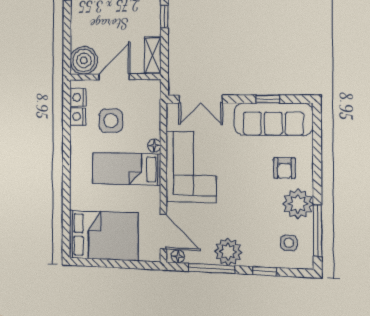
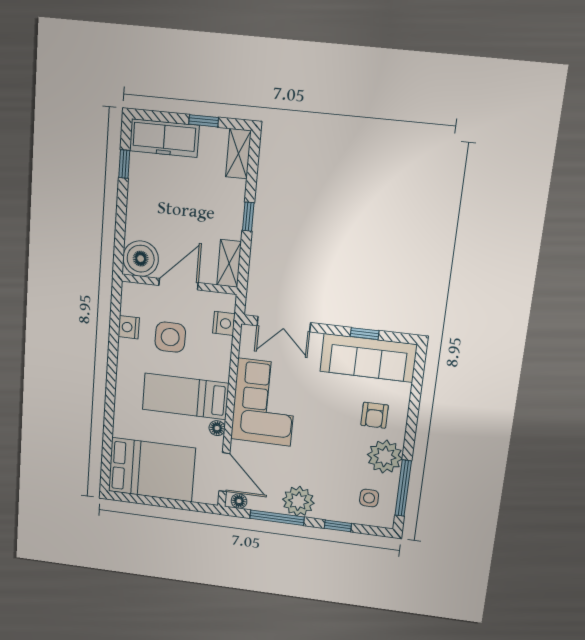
nightstand: (78, 97) -> (224, 323), moved, turned 180
floor lamp: (154, 146) -> (217, 428), moved

